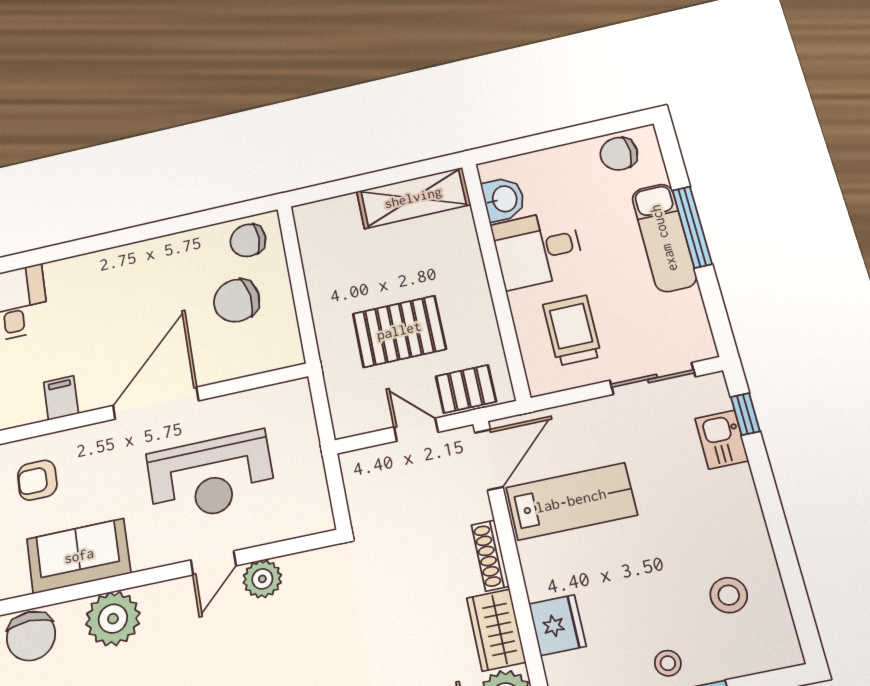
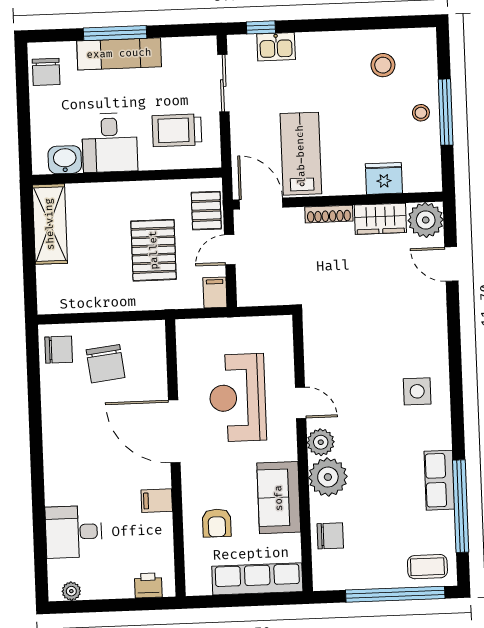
chair: (248, 240) -> (59, 350), turned -90
filing cabinet: (353, 421) -> (215, 292), added
reception desk: (211, 477) -> (238, 398), turned 180
plant: (262, 579) -> (321, 442), moved
chair: (31, 636) -> (330, 536), width x0.73, depth x0.73

